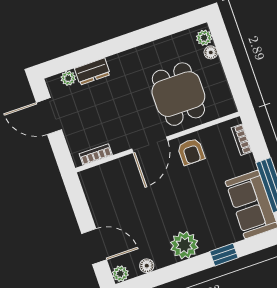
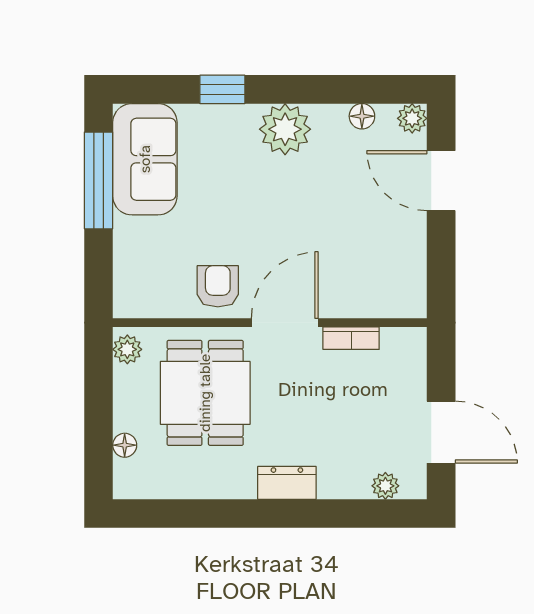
plant: (204, 38) -> (127, 349), moved
dresser: (92, 72) -> (287, 483), moved
bookcase: (242, 140) -> (124, 277), removed
bookcase: (96, 154) -> (351, 338), moved

